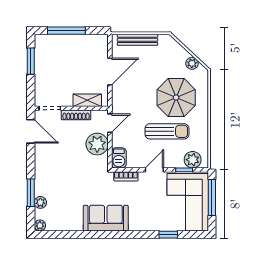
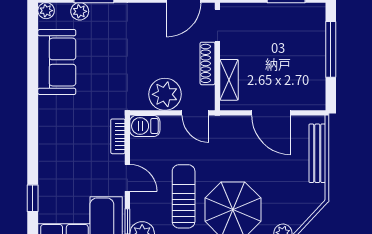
sun lounger: (167, 131) -> (184, 196), turned 180
sofa: (106, 218) -> (57, 62), moved

